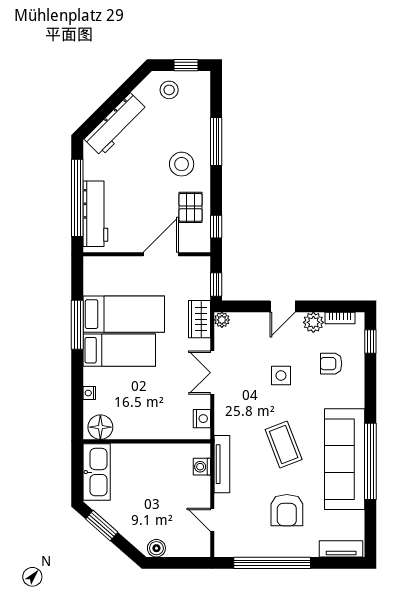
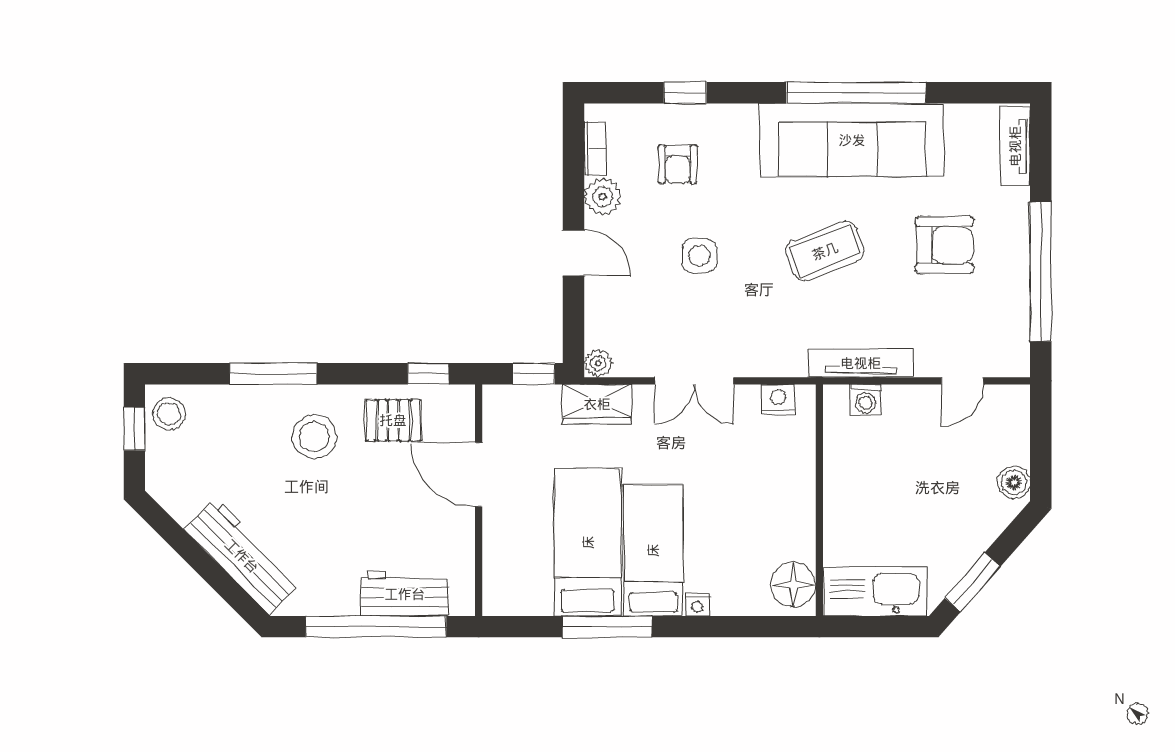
stool: (169, 90) -> (169, 414), moved
workbench: (95, 214) -> (405, 594), width x0.73
window: (370, 341) -> (685, 93), moved
nightstand: (89, 393) -> (698, 605), moved

